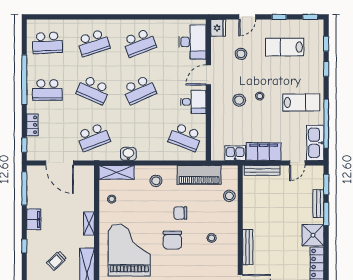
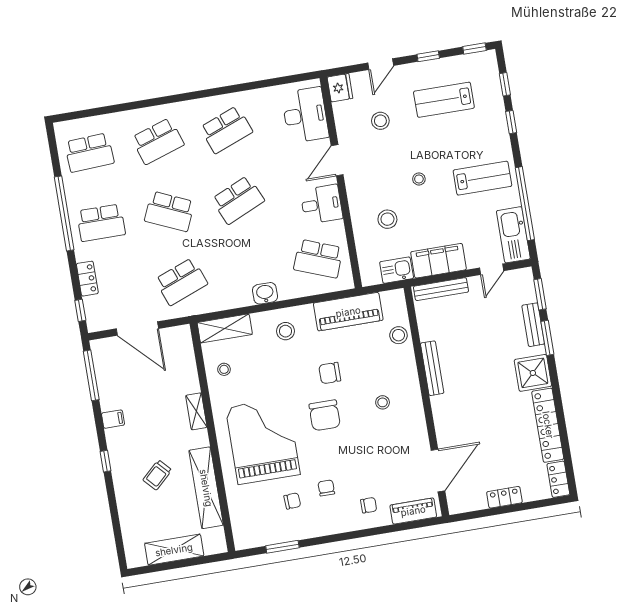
stool: (239, 100) -> (387, 219), moved
washbasin: (128, 154) -> (265, 293), moved
filing cabinet: (34, 219) -> (113, 419), width x0.50
bench: (248, 247) -> (432, 368), moved

